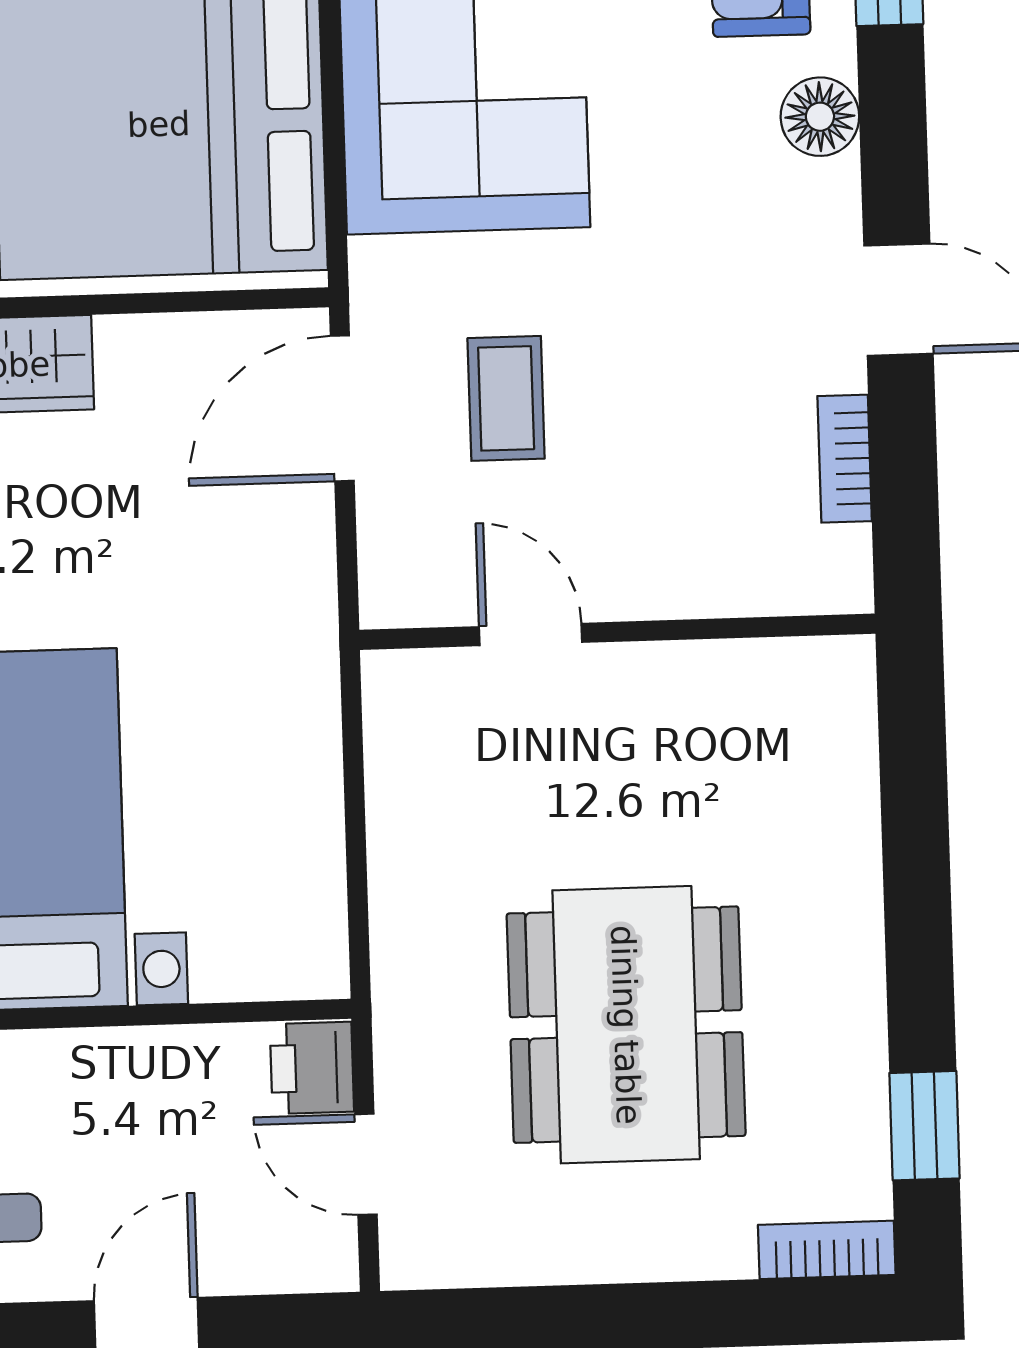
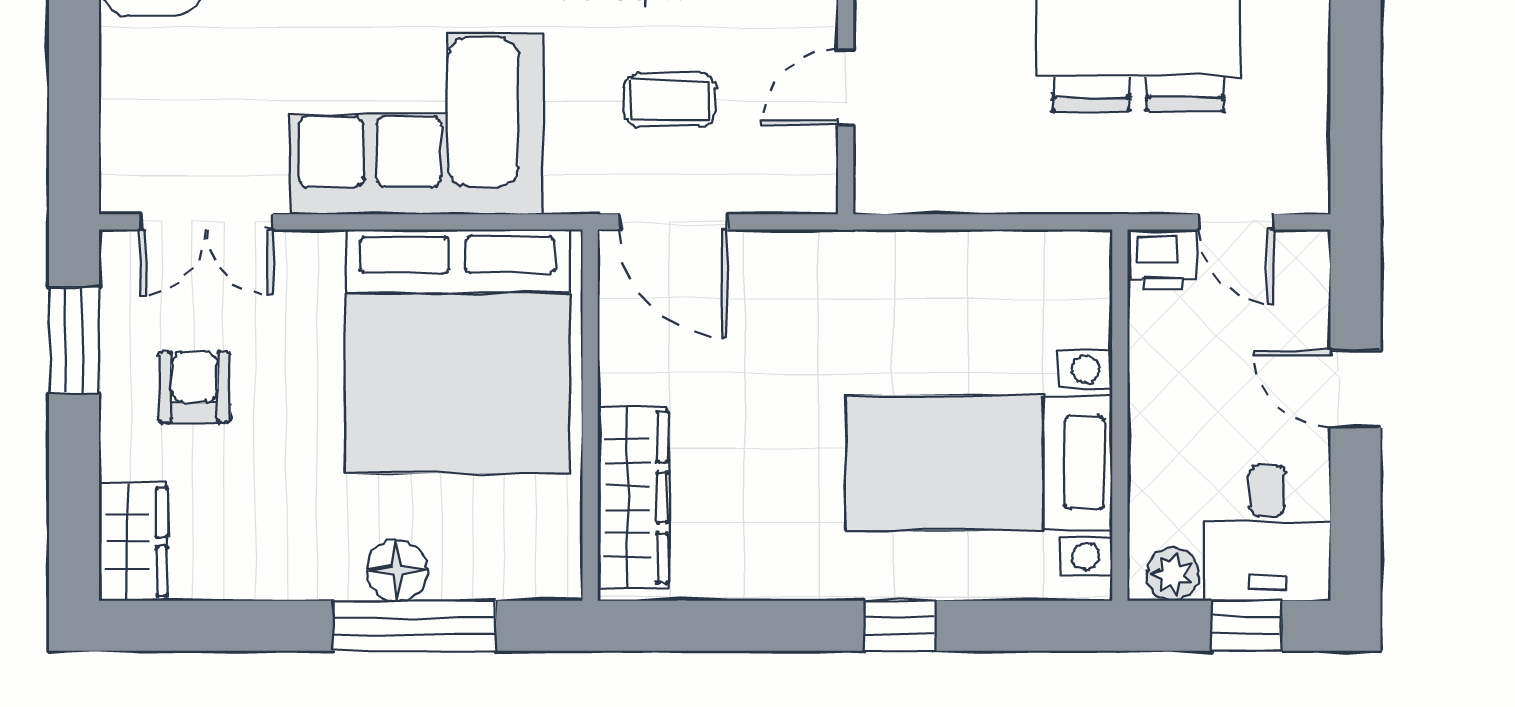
door: (366, 1164) -> (1236, 222), hinge flipped

